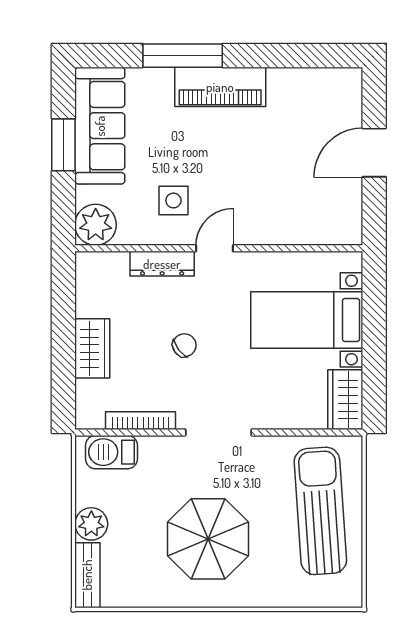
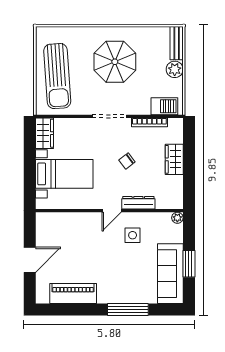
piano: (220, 87) -> (73, 293), moved
plant: (96, 225) -> (177, 218), width x0.53, depth x0.53

